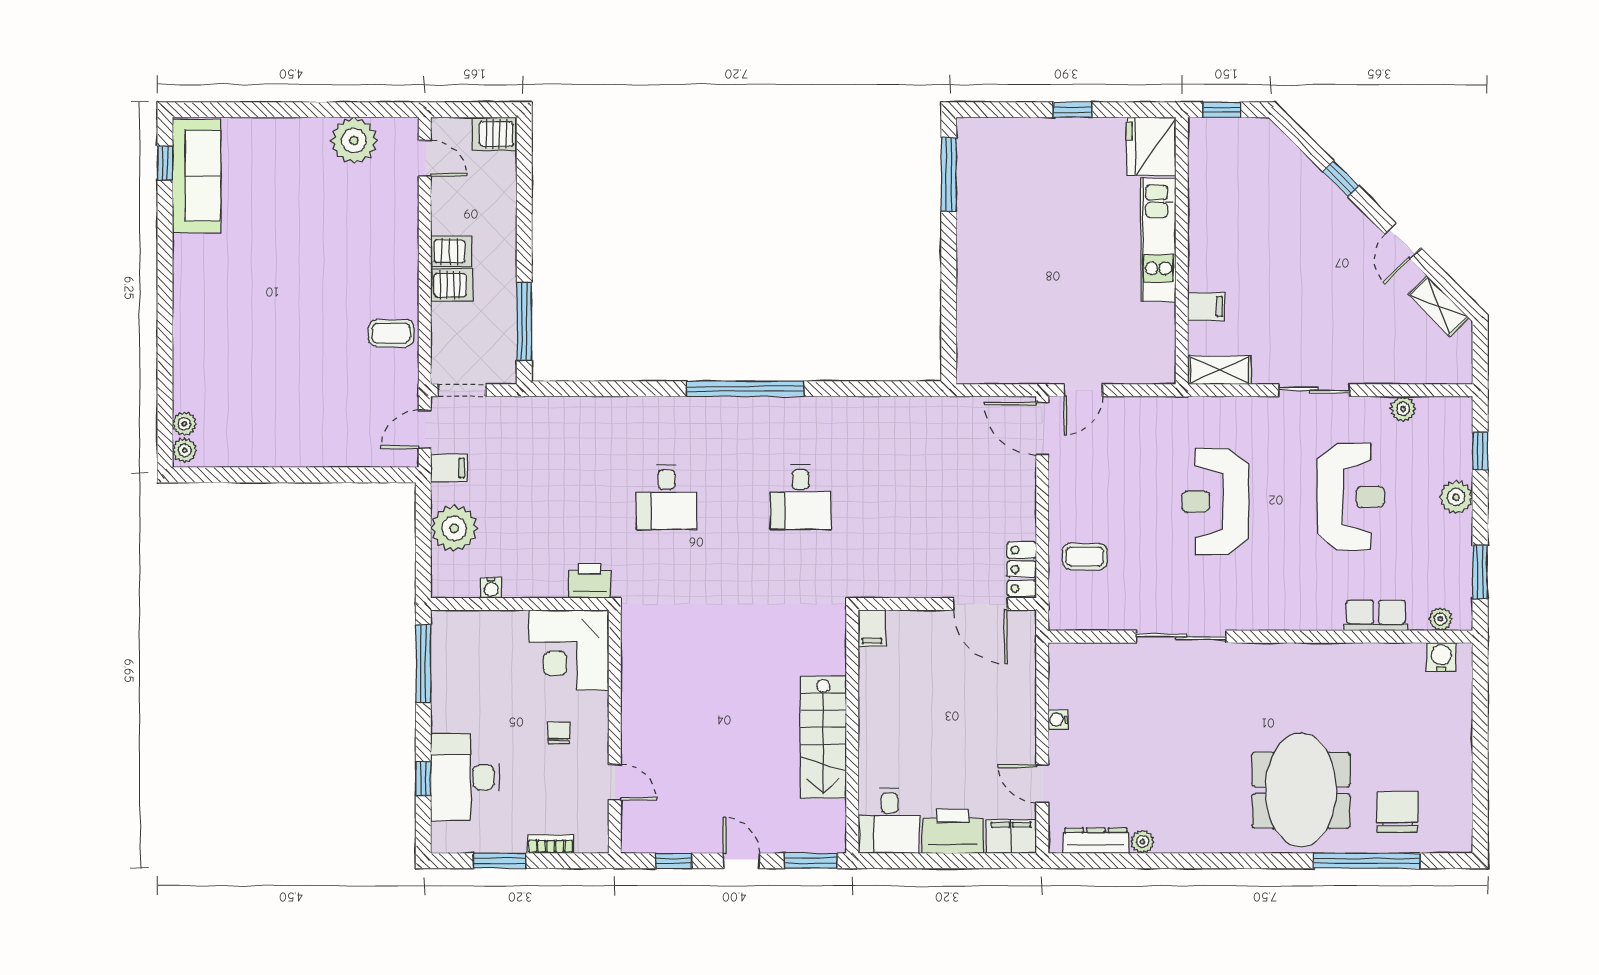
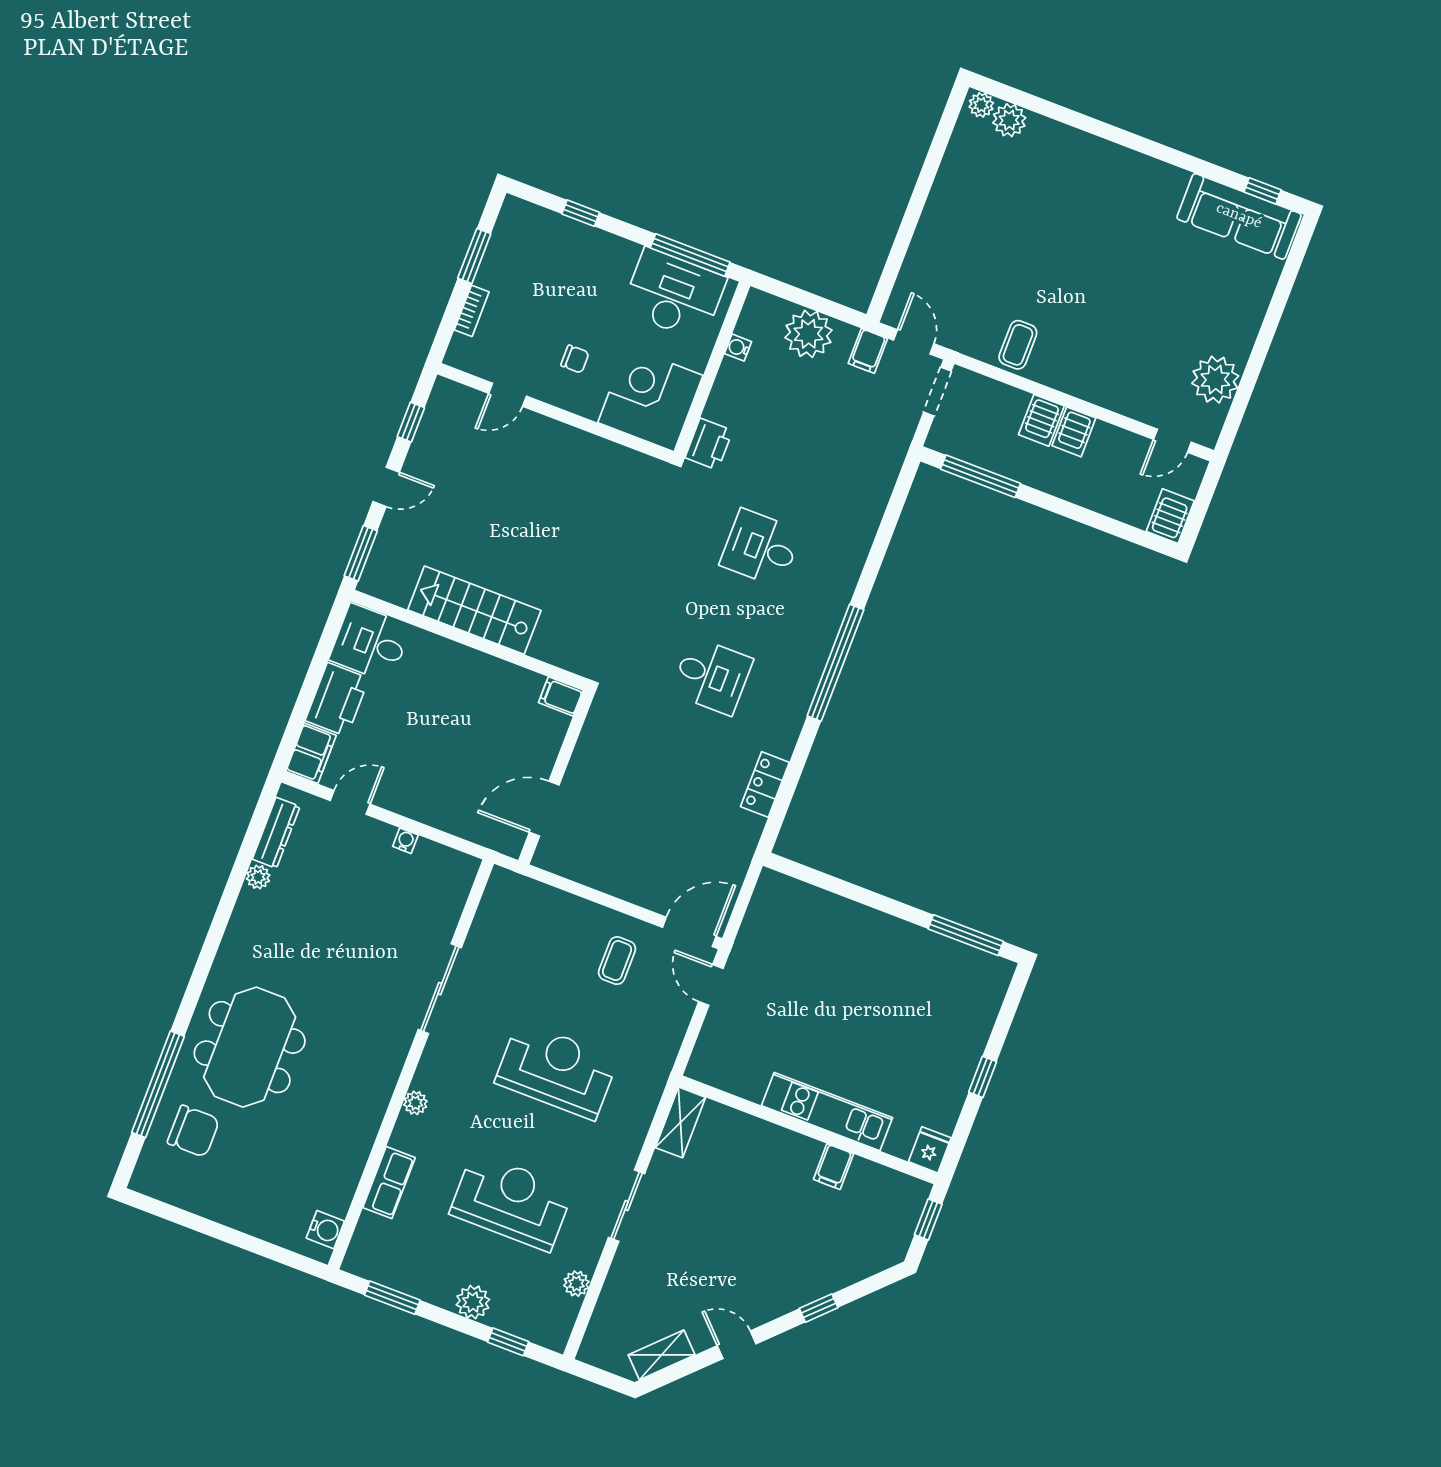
fridge: (1151, 146) -> (930, 1150), width x0.53, depth x0.75
filing cabinet: (1206, 307) -> (833, 1167), moved
plant: (184, 424) -> (1009, 120), width x1.38, depth x1.38
desk: (801, 497) -> (712, 676), turned 180
reception desk: (1351, 497) -> (511, 1202), turned 180
coffee table: (1085, 556) -> (617, 961), moved
locker: (1022, 569) -> (765, 784), moved, turned -90
plant: (1440, 619) -> (415, 1103), moved
desk: (465, 777) -> (674, 294), moved
meeting table: (1301, 790) -> (250, 1047), turned 90

